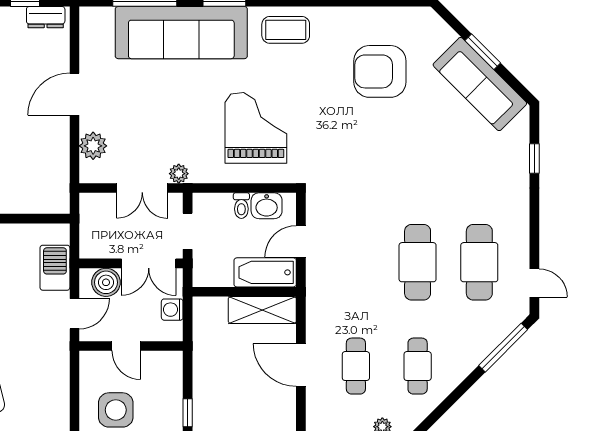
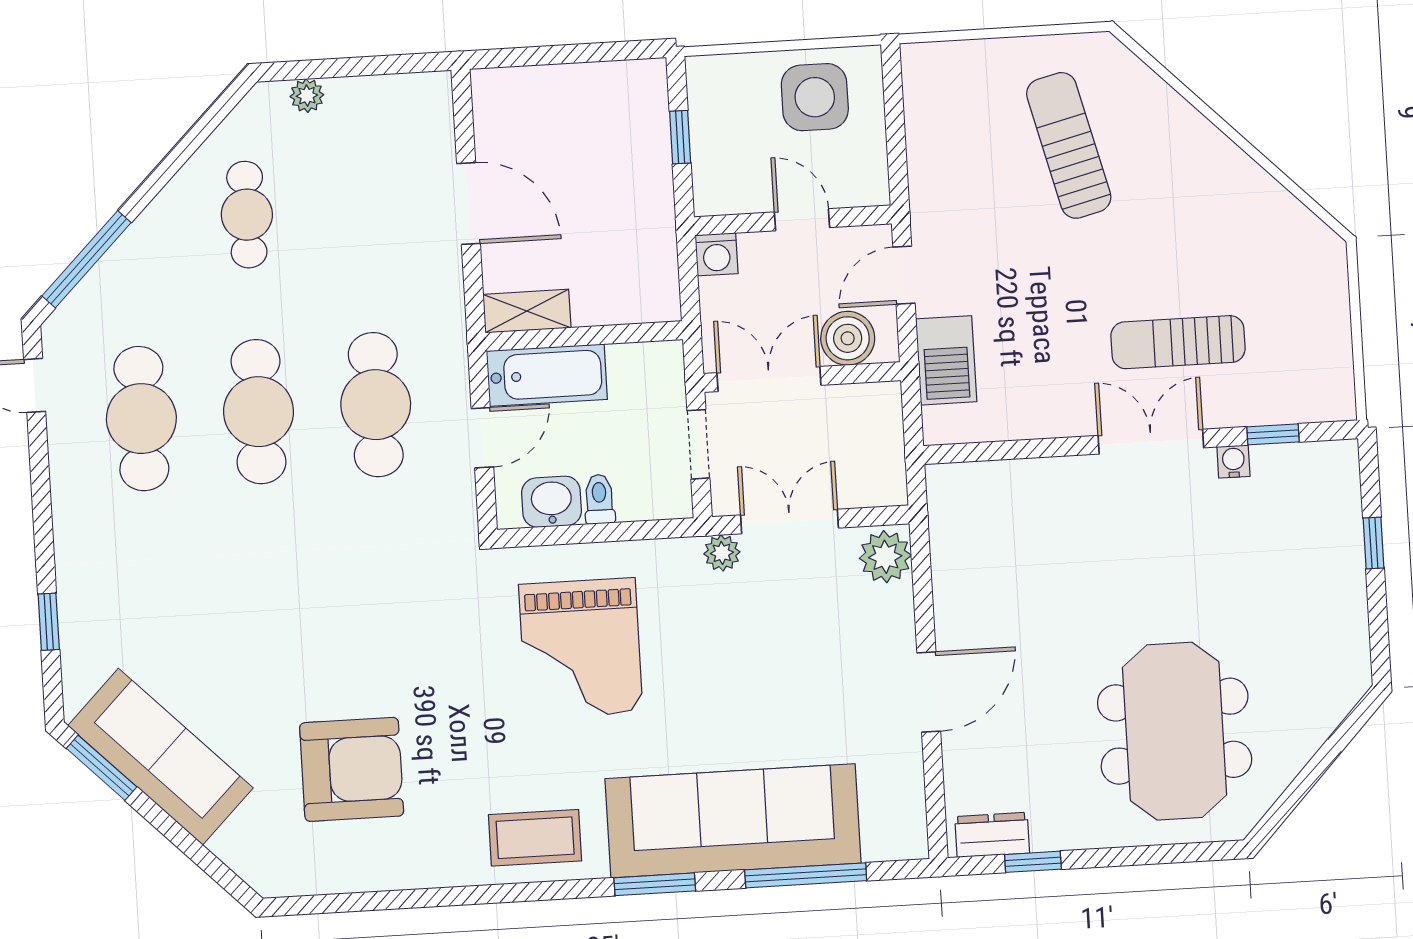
window: (483, 52) -> (102, 768), moved
plant: (93, 146) -> (885, 557), moved
washing machine: (172, 310) -> (717, 254), moved, turned 90
shelving: (262, 310) -> (527, 311), width x0.67, depth x0.75
cafe table: (356, 366) -> (376, 405), moved, width x1.37, depth x1.35
window: (188, 413) -> (680, 137), moved

